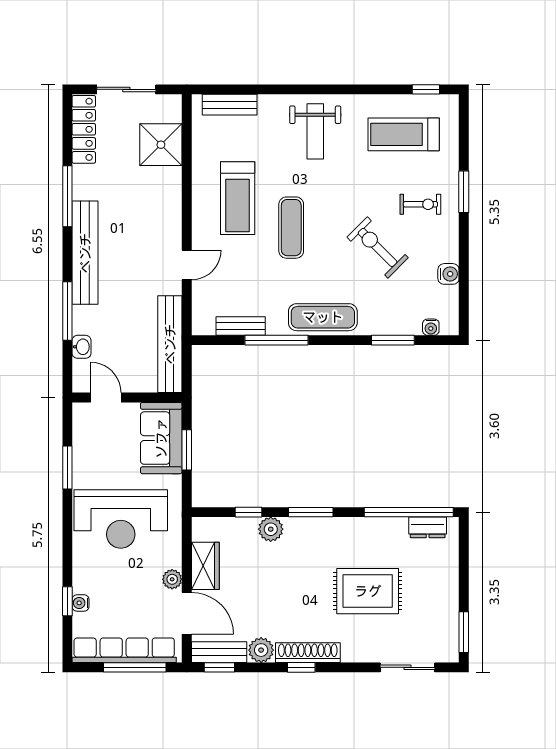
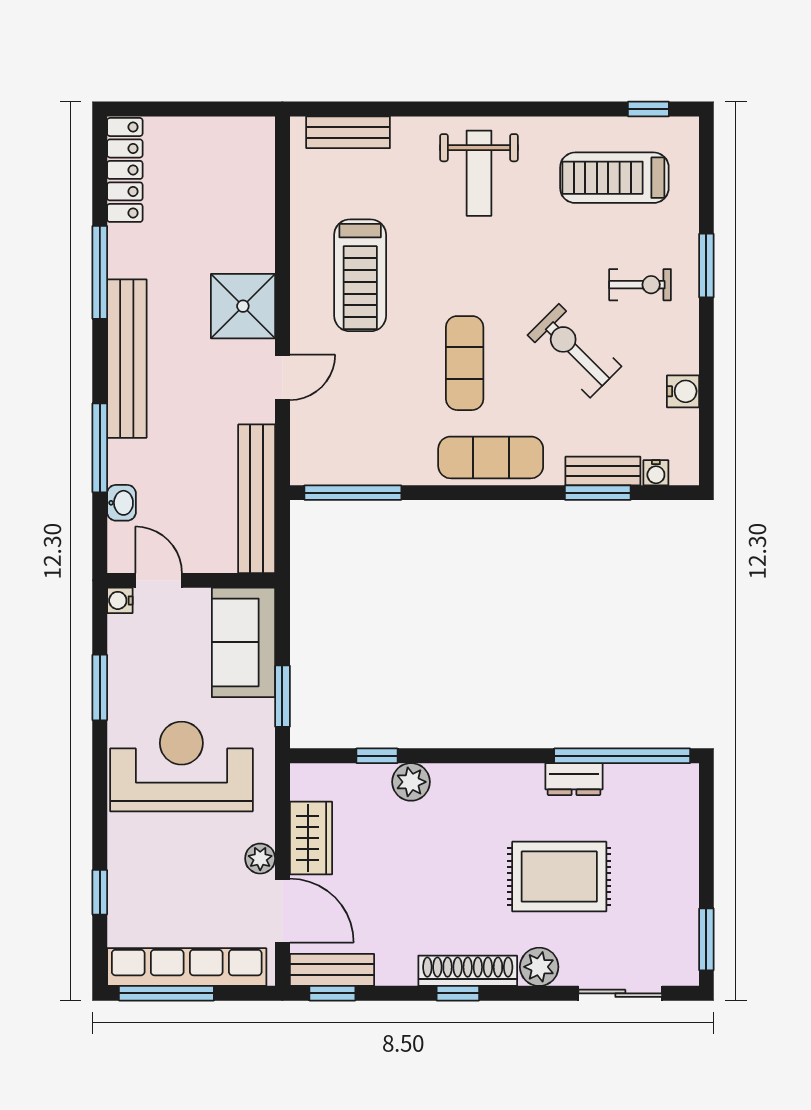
sliding door: (126, 89) -> (190, 109), removed
shower: (161, 145) -> (243, 306), moved
exercise mat: (291, 228) -> (465, 363), moved
bench: (241, 326) -> (603, 471), moved
window: (276, 340) -> (353, 493), moved
window: (187, 450) -> (282, 696), moved
window: (311, 512) -> (472, 756), removed
reception desk: (121, 519) -> (181, 766), turned 180
dresser: (428, 527) -> (574, 779), moved
water cooler: (80, 603) -> (120, 600), moved
plant: (261, 650) -> (539, 967), moved
window: (135, 667) -> (166, 993), moved

